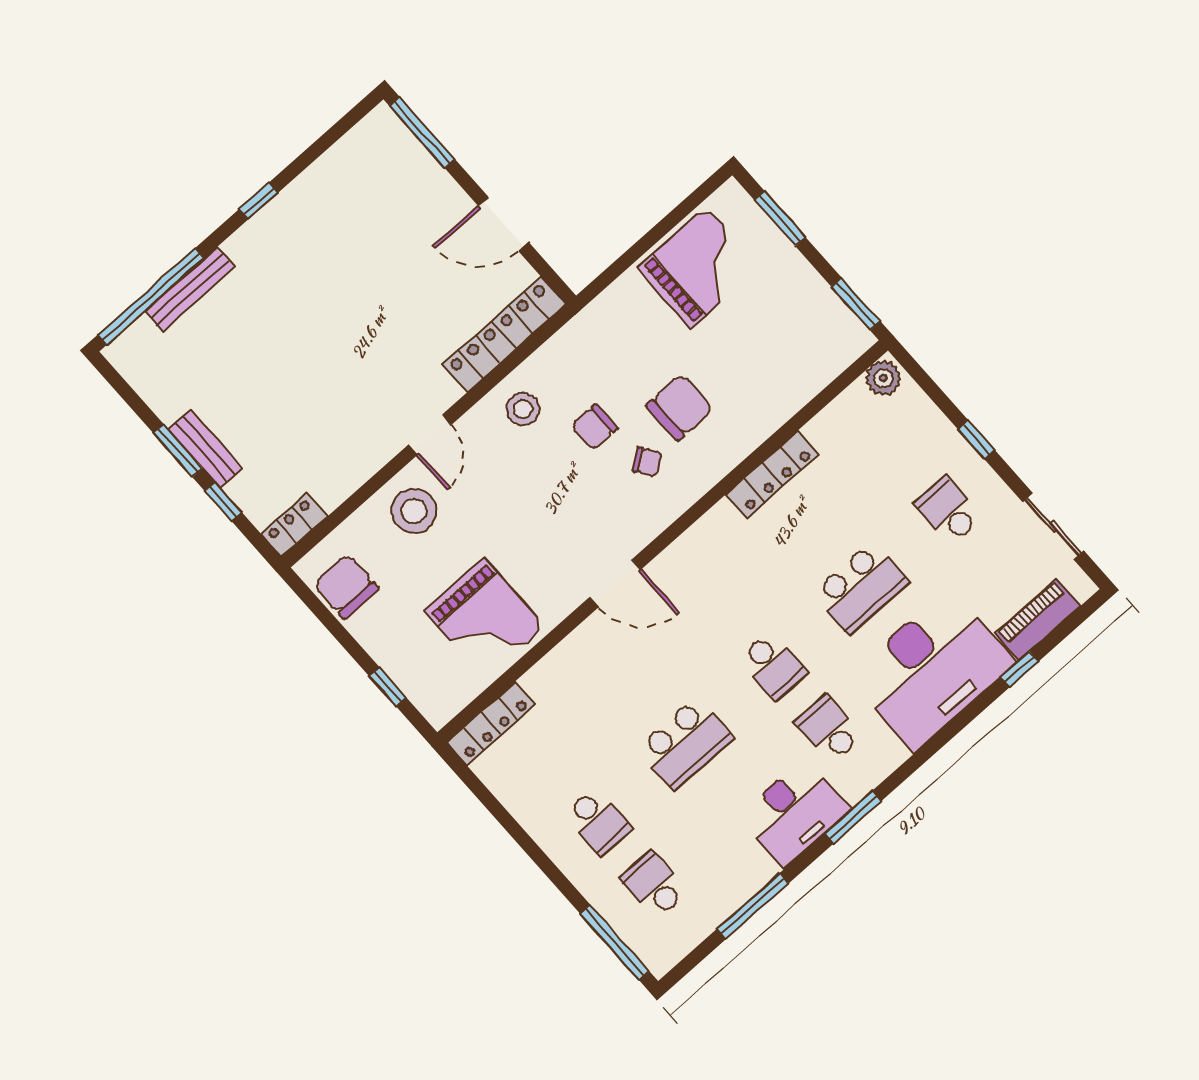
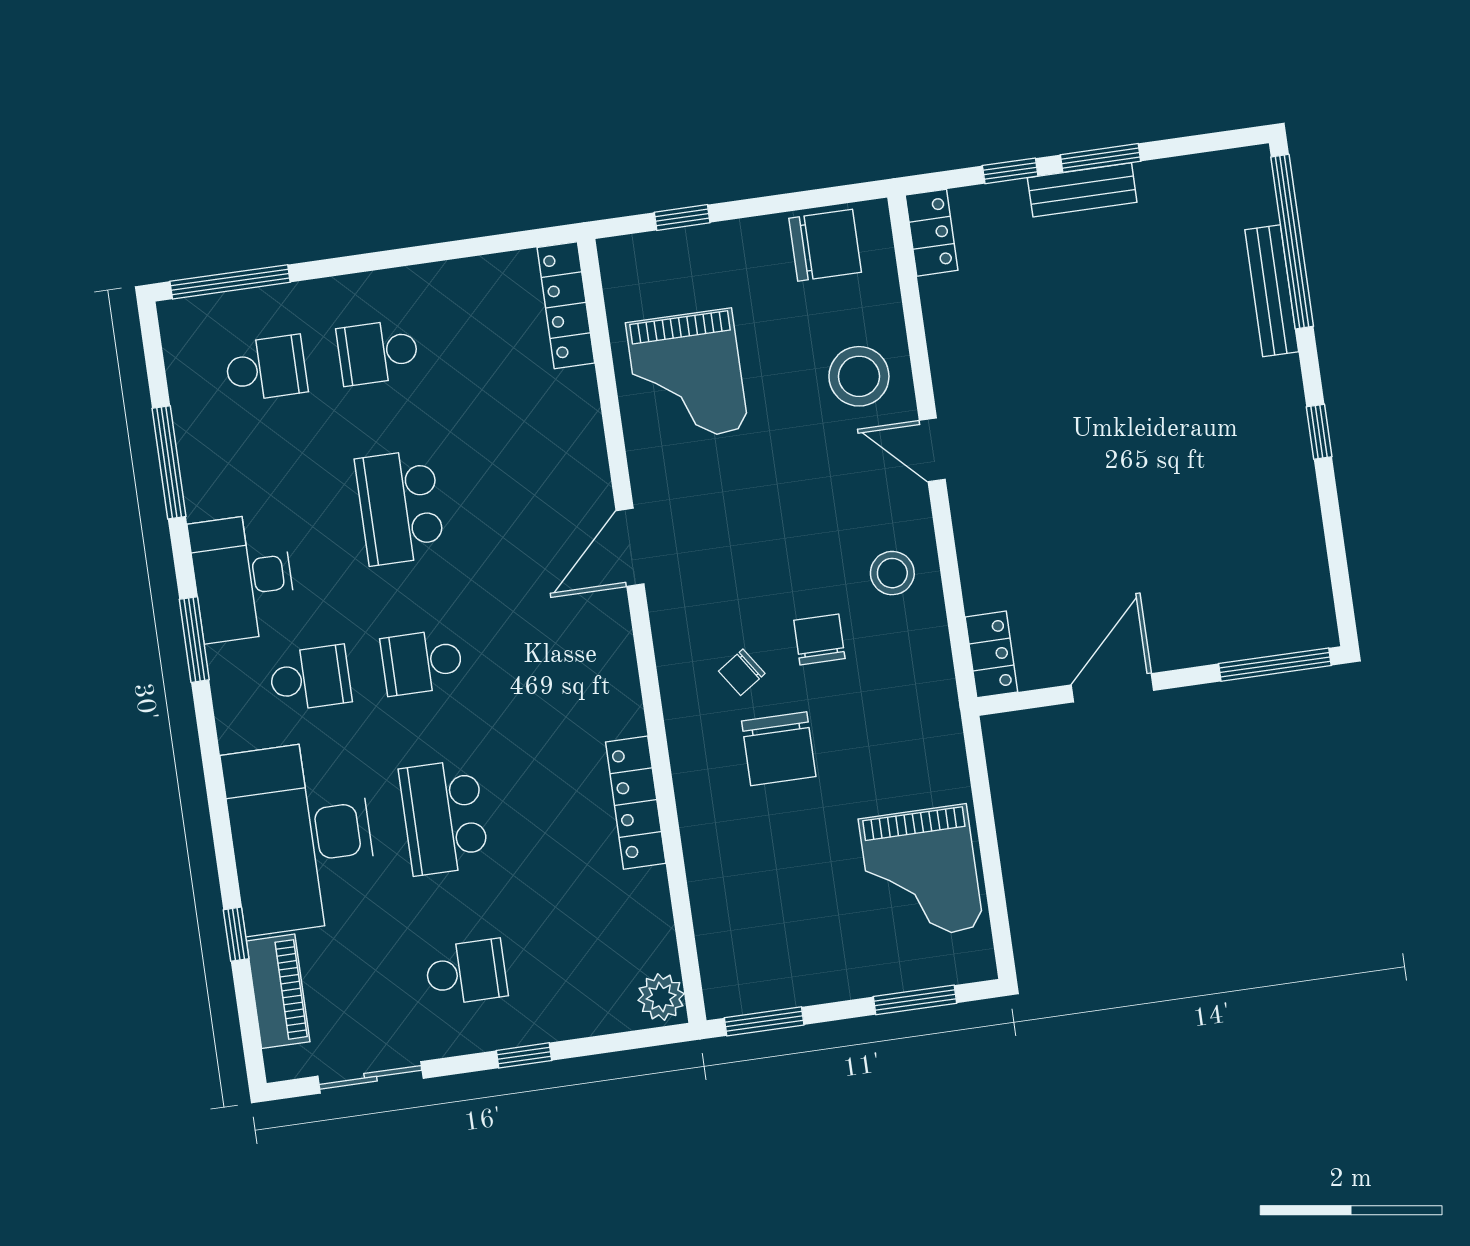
locker: (504, 335) -> (991, 654), width x0.46, depth x0.83
grand piano: (485, 618) -> (687, 376), turned -90

